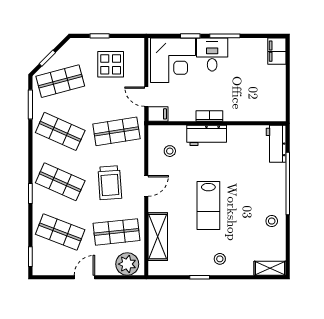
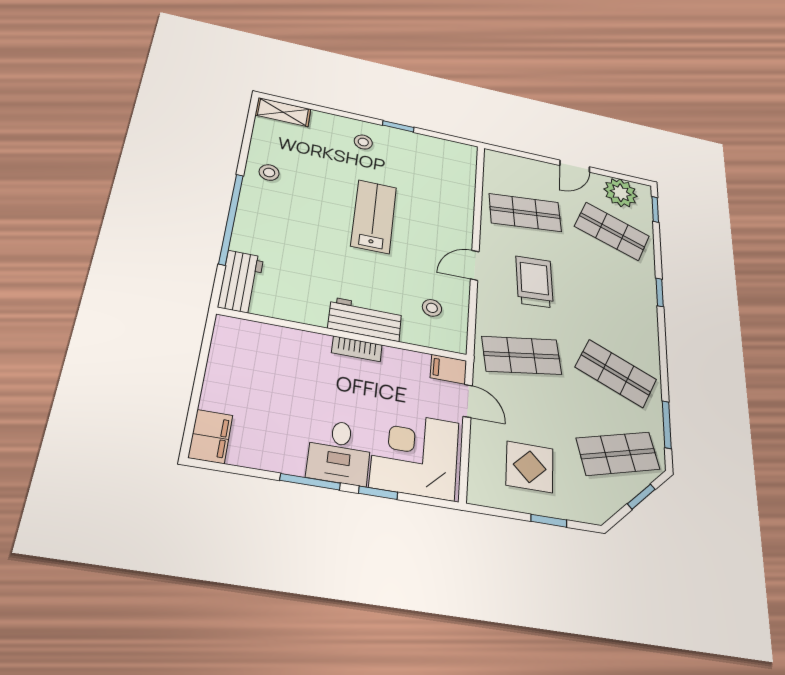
shop shelf: (60, 182) -> (614, 299), removed
shelving: (158, 237) -> (460, 192), removed
plant: (127, 264) -> (621, 193), moved

